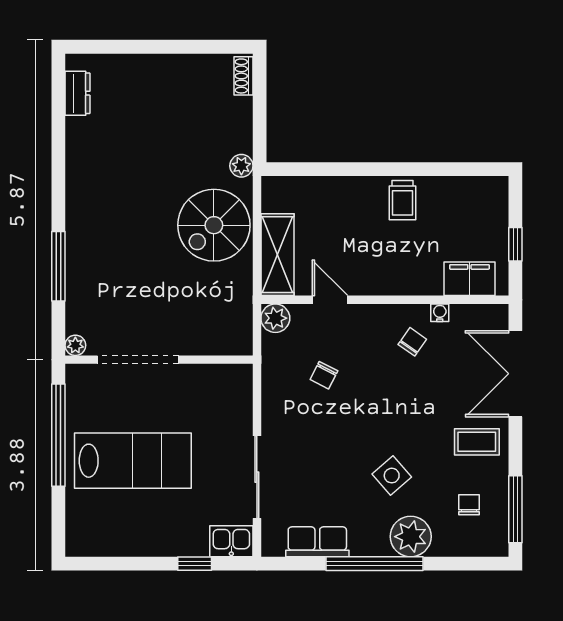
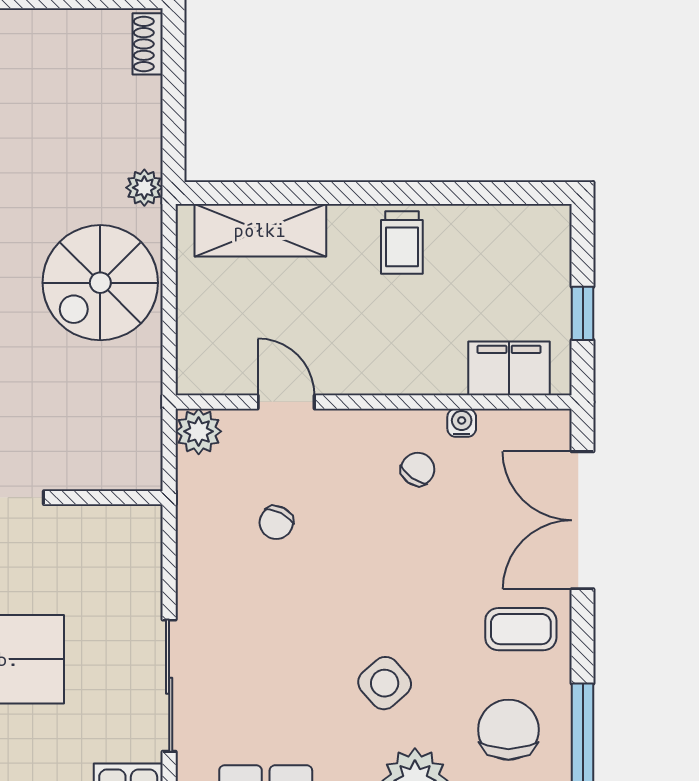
shelving: (277, 255) -> (260, 230), moved, turned 90
chair: (469, 505) -> (508, 730), width x1.87, depth x1.87

